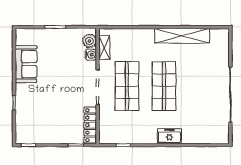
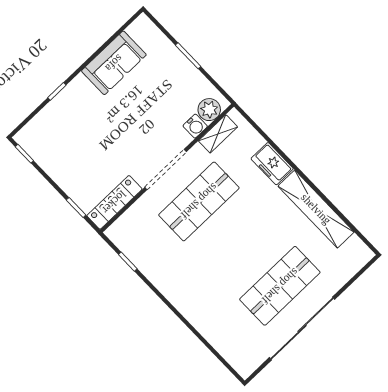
shop shelf: (164, 86) -> (280, 286), moved
freezer: (169, 136) -> (272, 164), moved, turned 180

